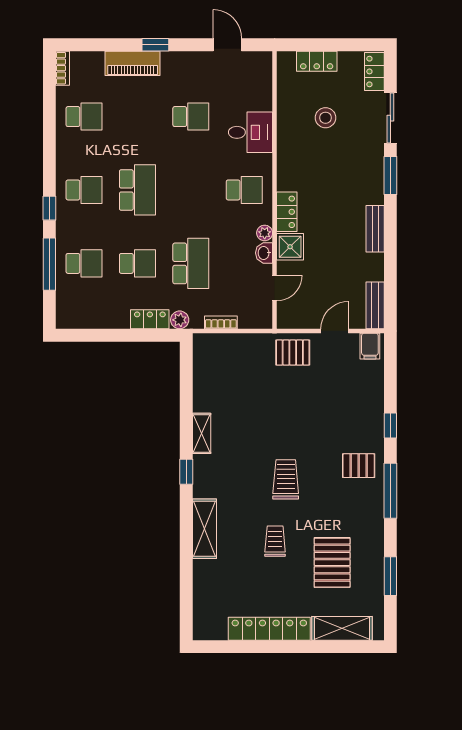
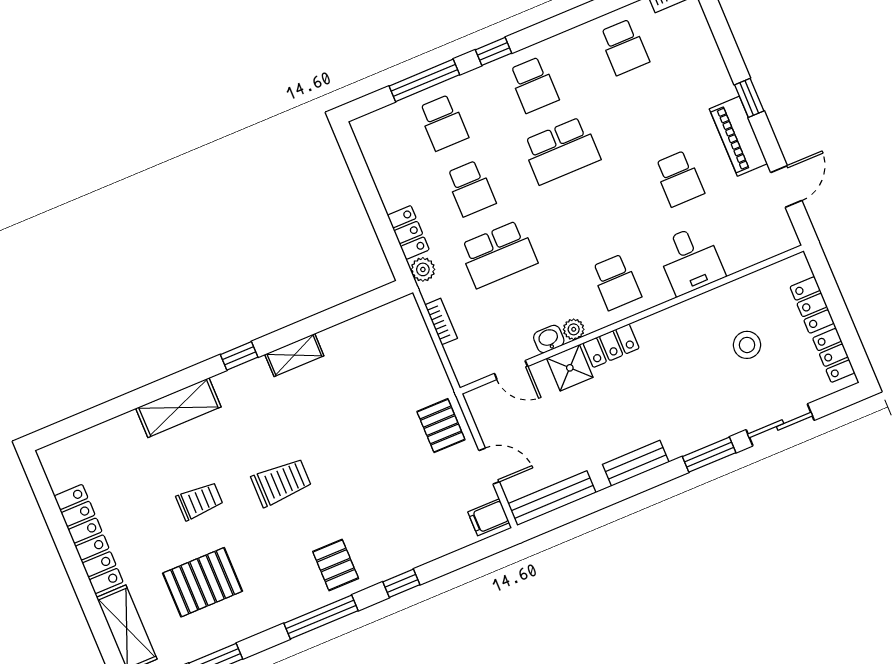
piano: (133, 63) -> (738, 136), moved
locker: (374, 71) -> (834, 355), moved, turned -90
bench: (375, 305) -> (552, 498), width x1.36

